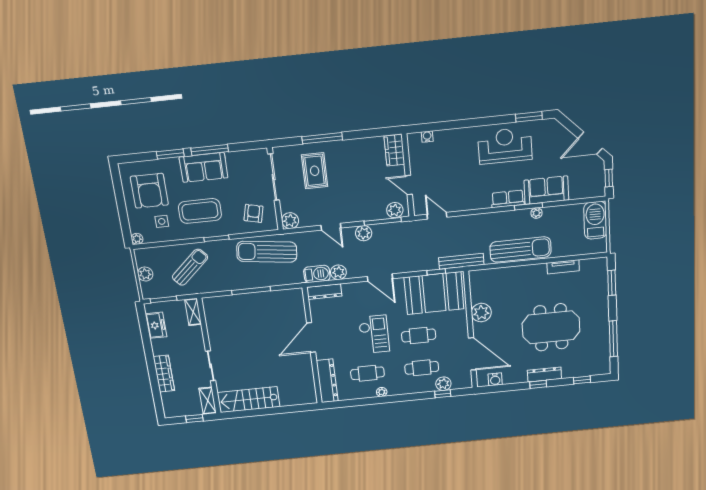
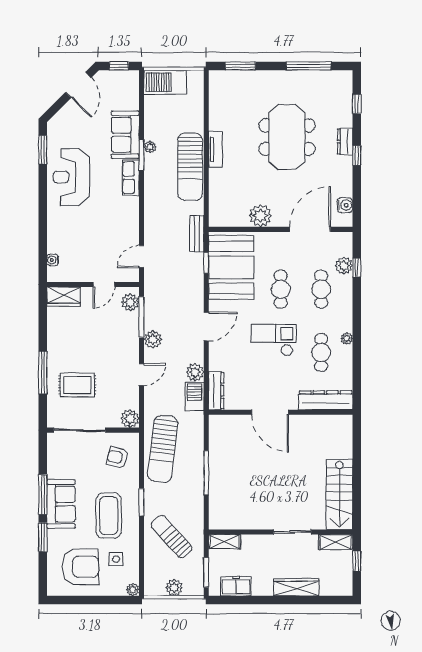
sun lounger: (521, 249) -> (190, 167), turned 180
bench: (461, 261) -> (197, 234), width x0.73
tv unit: (563, 267) -> (215, 149), moved
dresser: (544, 375) -> (345, 142), width x0.70

